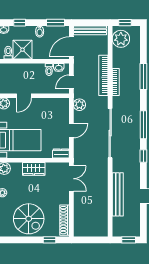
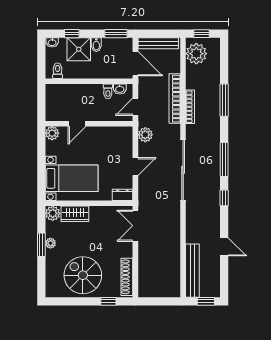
door: (71, 47) -> (135, 64), swing flipped
shower: (22, 50) -> (79, 49), moved
wardrobe: (34, 169) -> (75, 214), moved
double door: (71, 179) -> (135, 226), swing flipped
bench: (118, 194) -> (192, 271), moved
spiral stairs: (29, 219) -> (83, 275), turned 180

